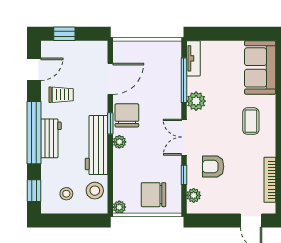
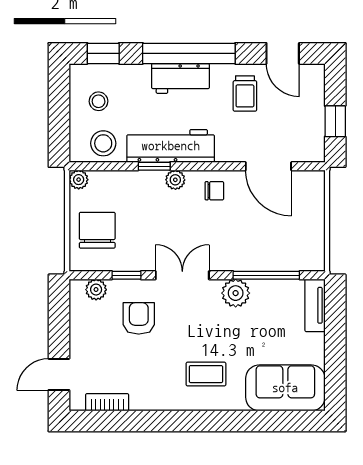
window: (64, 34) -> (335, 121), moved
tv unit: (193, 58) -> (315, 305), moved, turned 90
chair: (127, 115) -> (214, 191), width x0.54, depth x0.54
window: (110, 123) -> (154, 166), moved
bookcase: (270, 180) -> (107, 402), width x0.64

